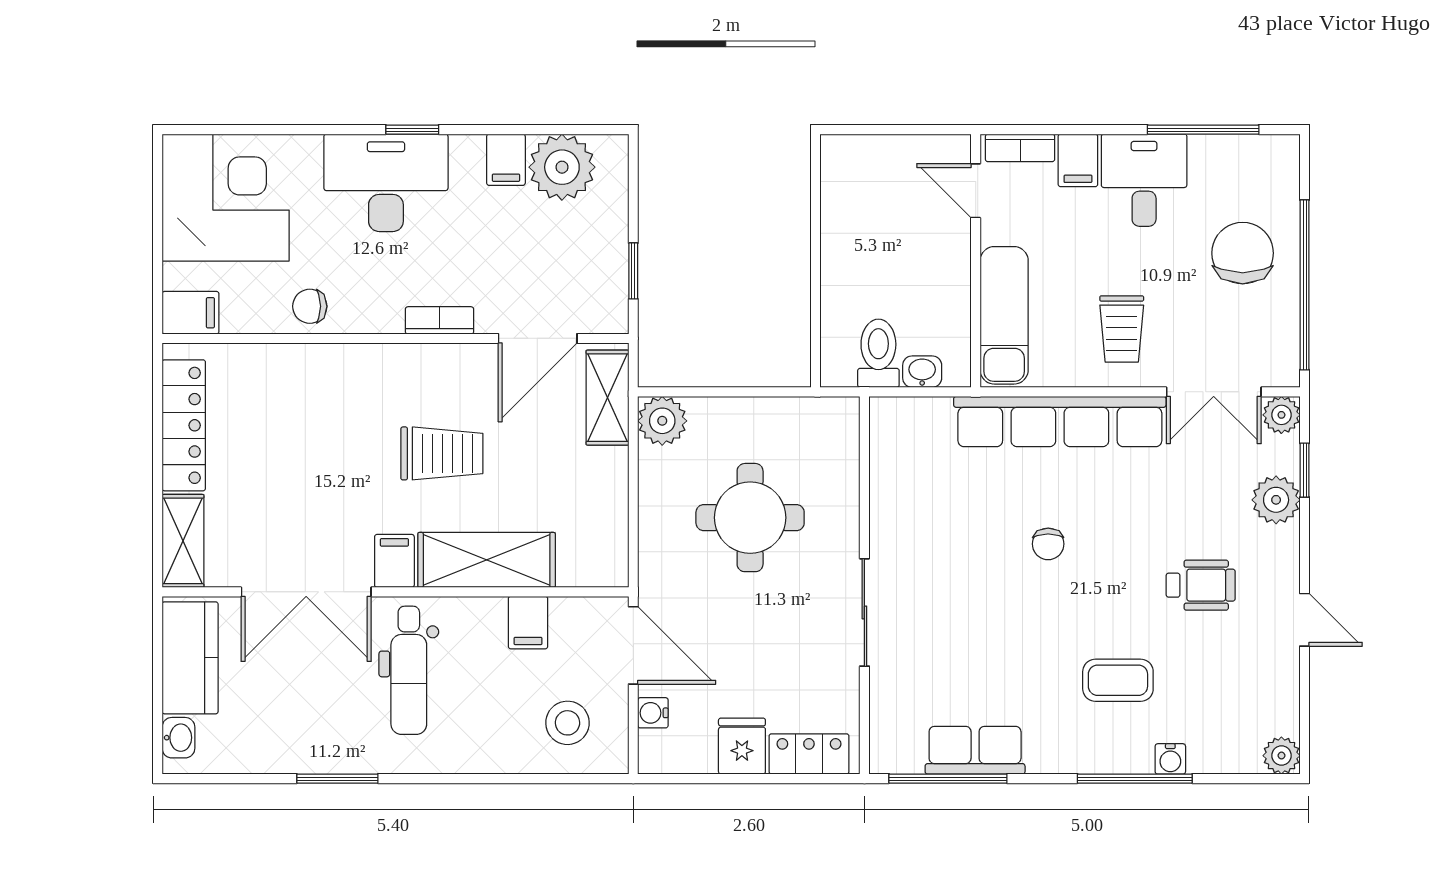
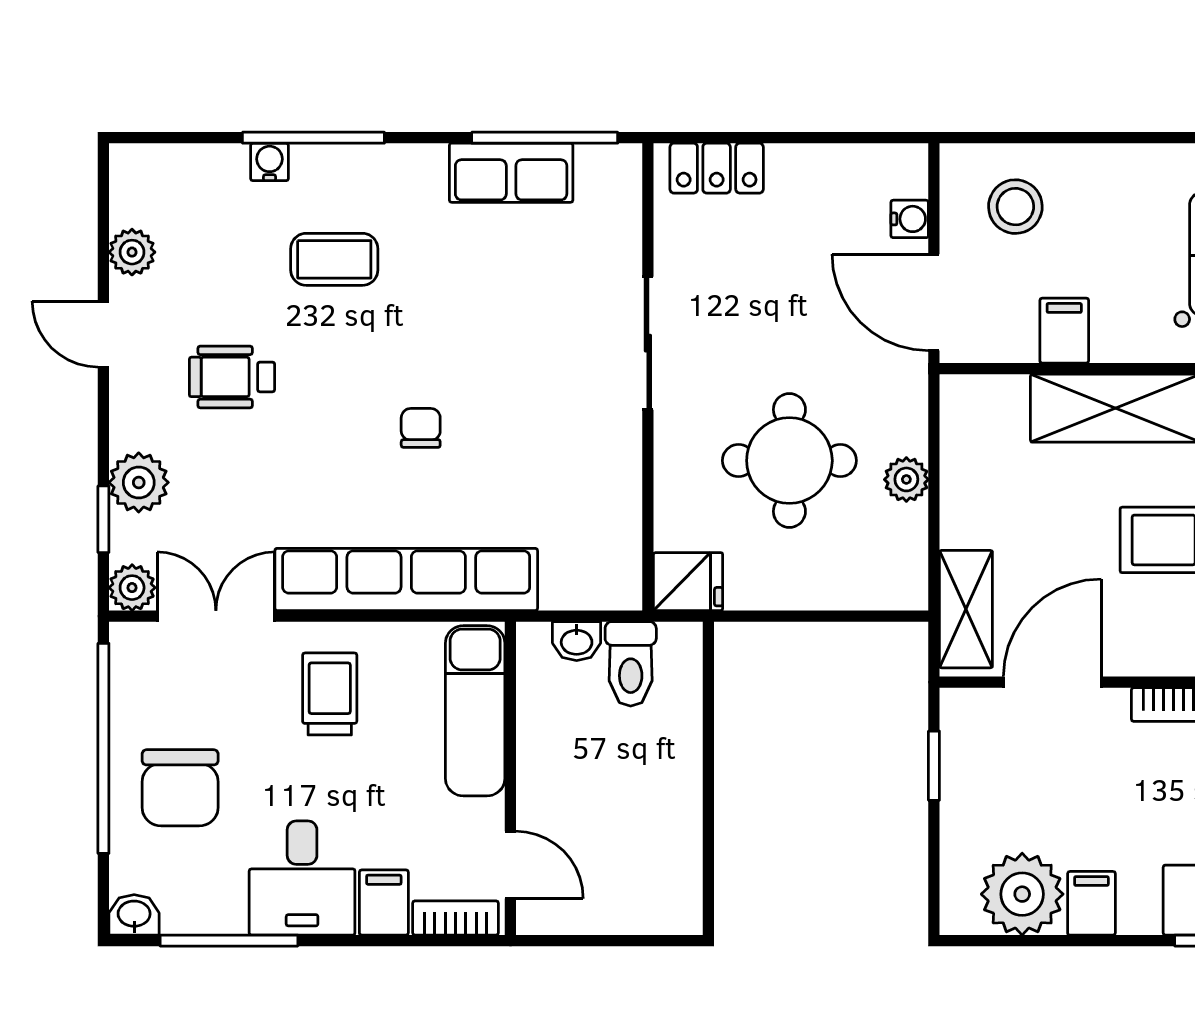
washbasin: (1280, 150) -> (134, 915), added
plant: (662, 421) -> (906, 479), moved, width x0.73, depth x0.73
fridge: (742, 746) -> (688, 582), moved, turned -90
plant: (1281, 756) -> (132, 252), moved

